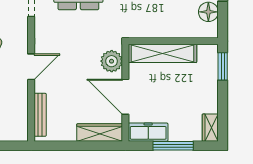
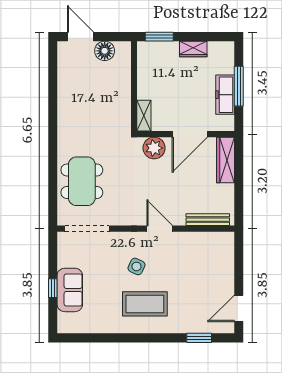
shelving: (162, 53) -> (144, 116), width x0.45, depth x0.75
wardrobe: (210, 128) -> (193, 49), moved
freezer: (148, 132) -> (225, 95), moved

